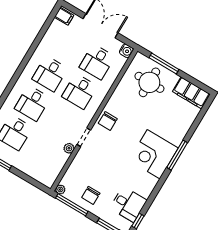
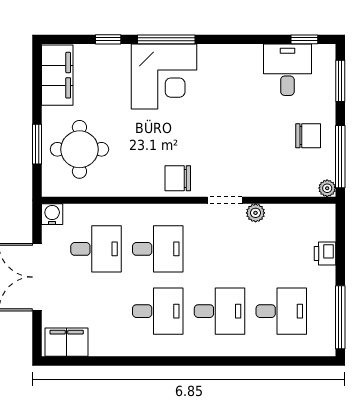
filing cabinet: (64, 16) -> (67, 342), width x2.00
window: (164, 64) -> (37, 144), width x0.69
chair: (108, 121) -> (178, 178), turned 180
window: (194, 127) -> (108, 39), added
corner desk: (154, 154) -> (164, 77), moved
printer: (30, 170) -> (325, 253), added

